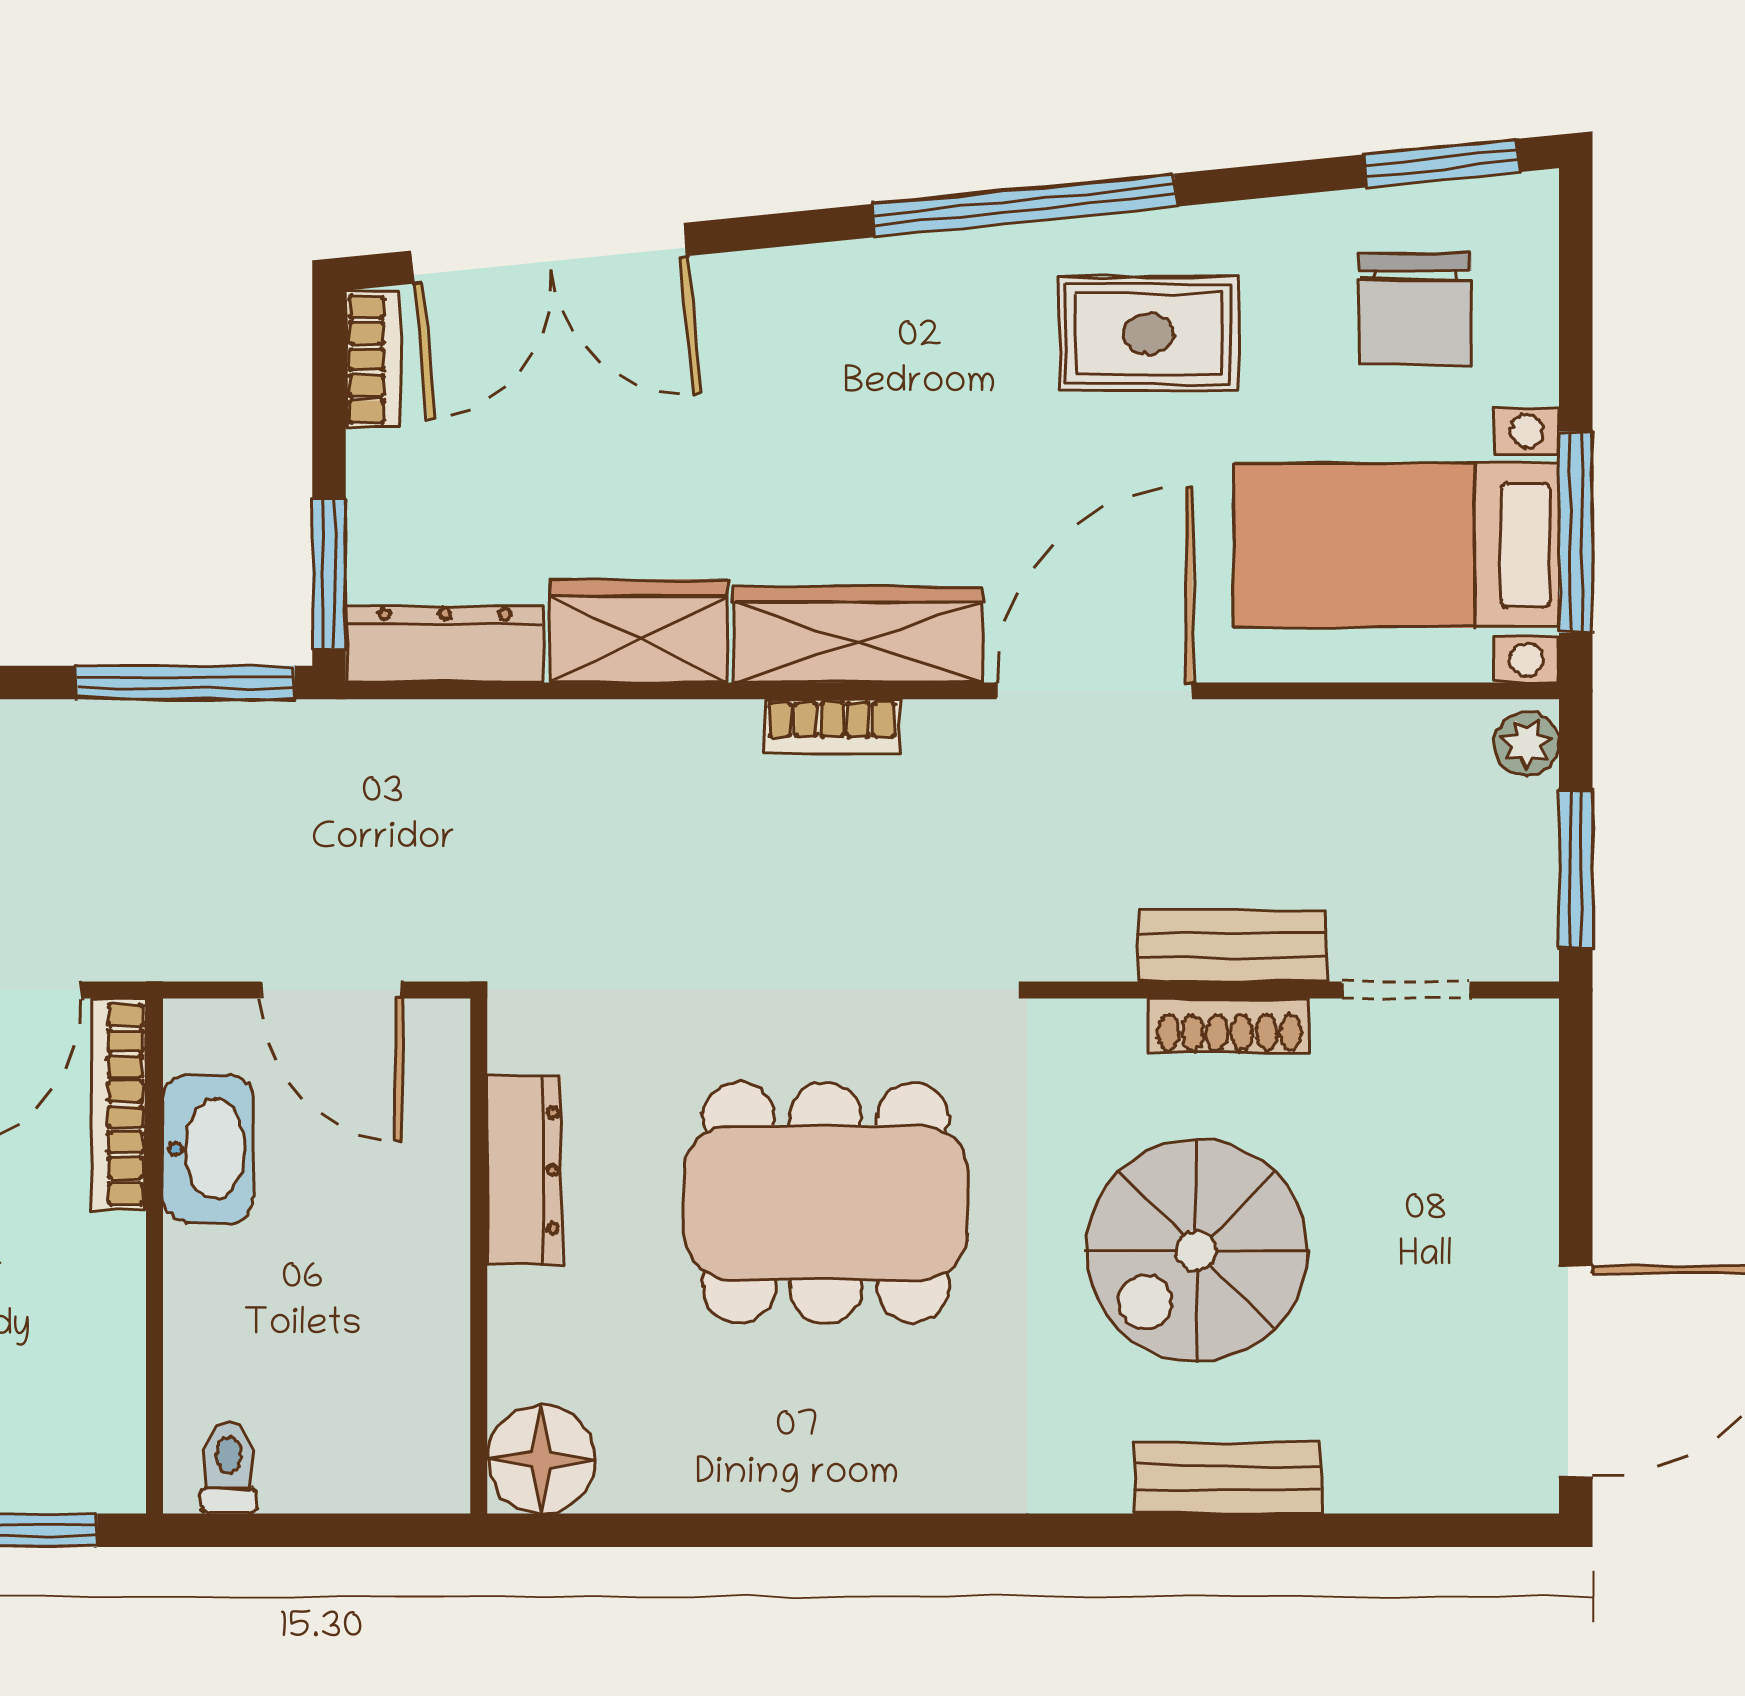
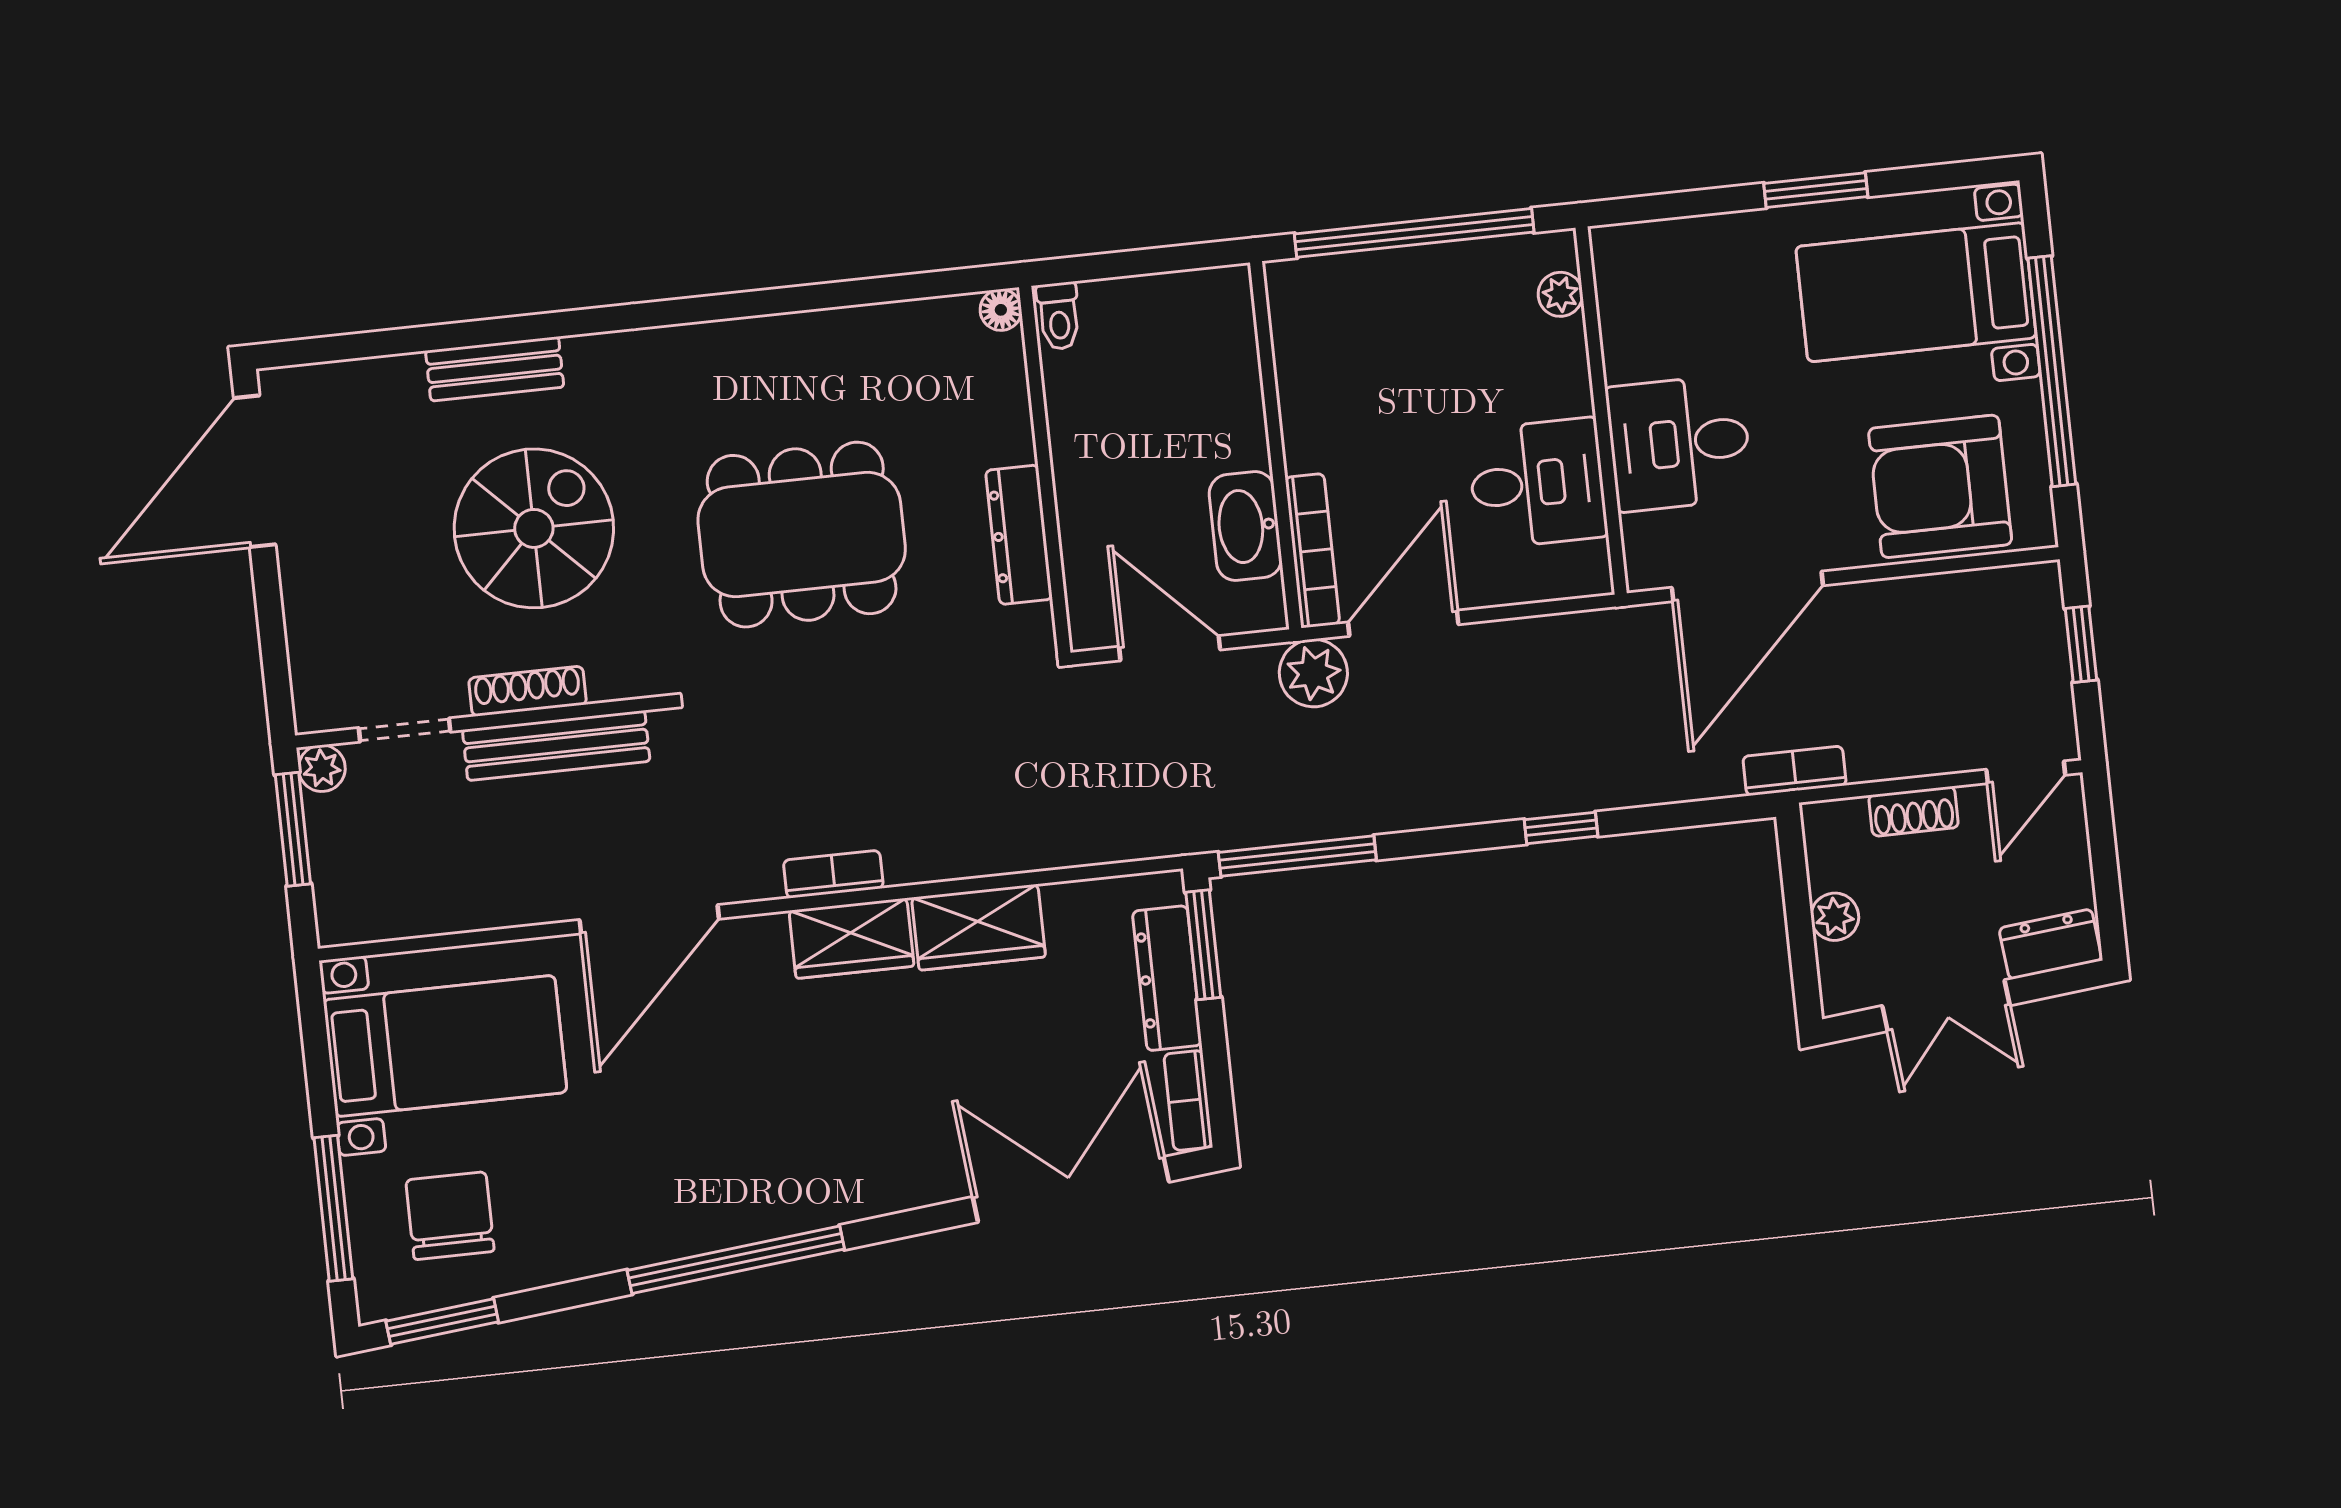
rug: (1148, 334) -> (638, 1178), removed
window: (1576, 532) -> (333, 1208), moved
wardrobe: (858, 634) -> (851, 938), width x0.67
dresser: (445, 644) -> (1167, 978), moved, turned 90
plant: (1527, 744) -> (322, 768), moved
plant: (136, 934) -> (1313, 673), added
bench: (1232, 946) -> (556, 746), width x1.36
floor lamp: (541, 1459) -> (1001, 310), width x0.53, depth x0.53
toilet: (229, 1468) -> (1059, 316), moved

